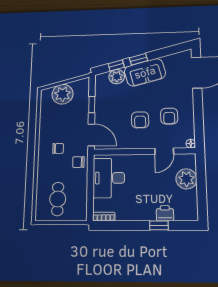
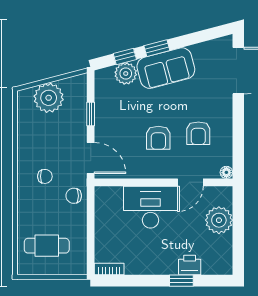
desk: (109, 178) -> (150, 207), moved, turned 90
cafe table: (58, 199) -> (47, 246), turned 90

